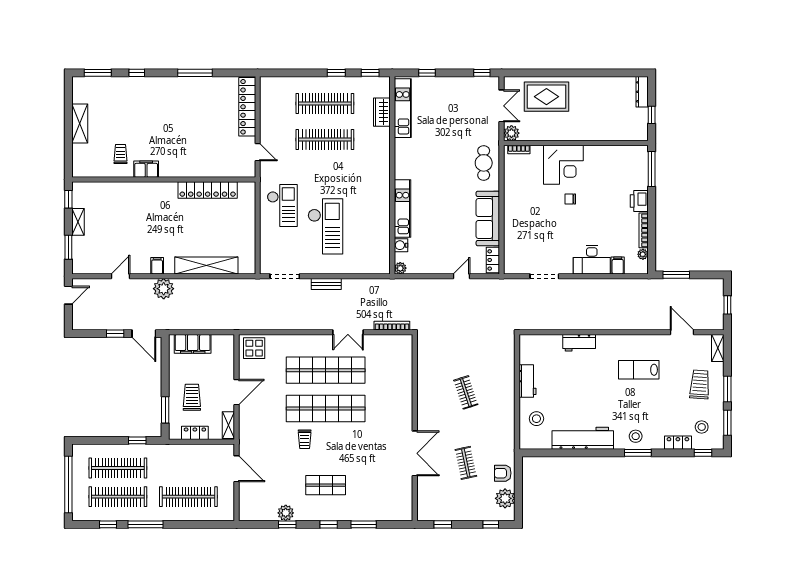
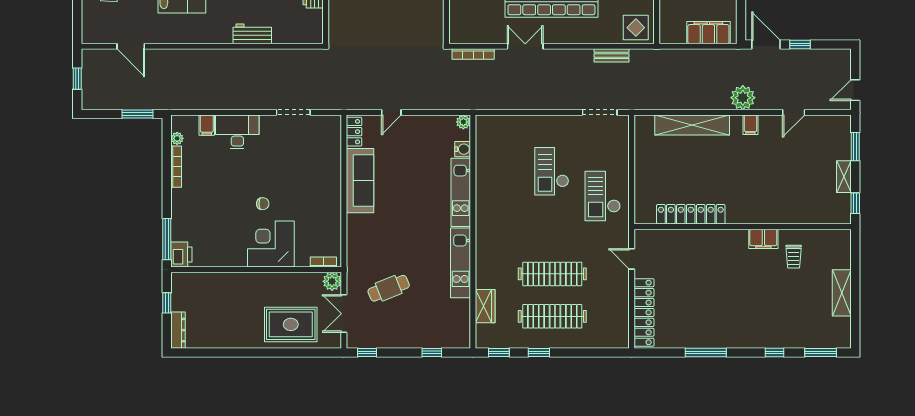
kitchen unit: (403, 108) -> (461, 263), moved
cafe table: (484, 163) -> (389, 288), moved, turned 68
printer: (639, 201) -> (181, 255), moved
checkout: (325, 226) -> (552, 171), width x0.73, depth x0.83
bench: (326, 284) -> (611, 55), moved
shelving: (718, 348) -> (89, 28), removed

